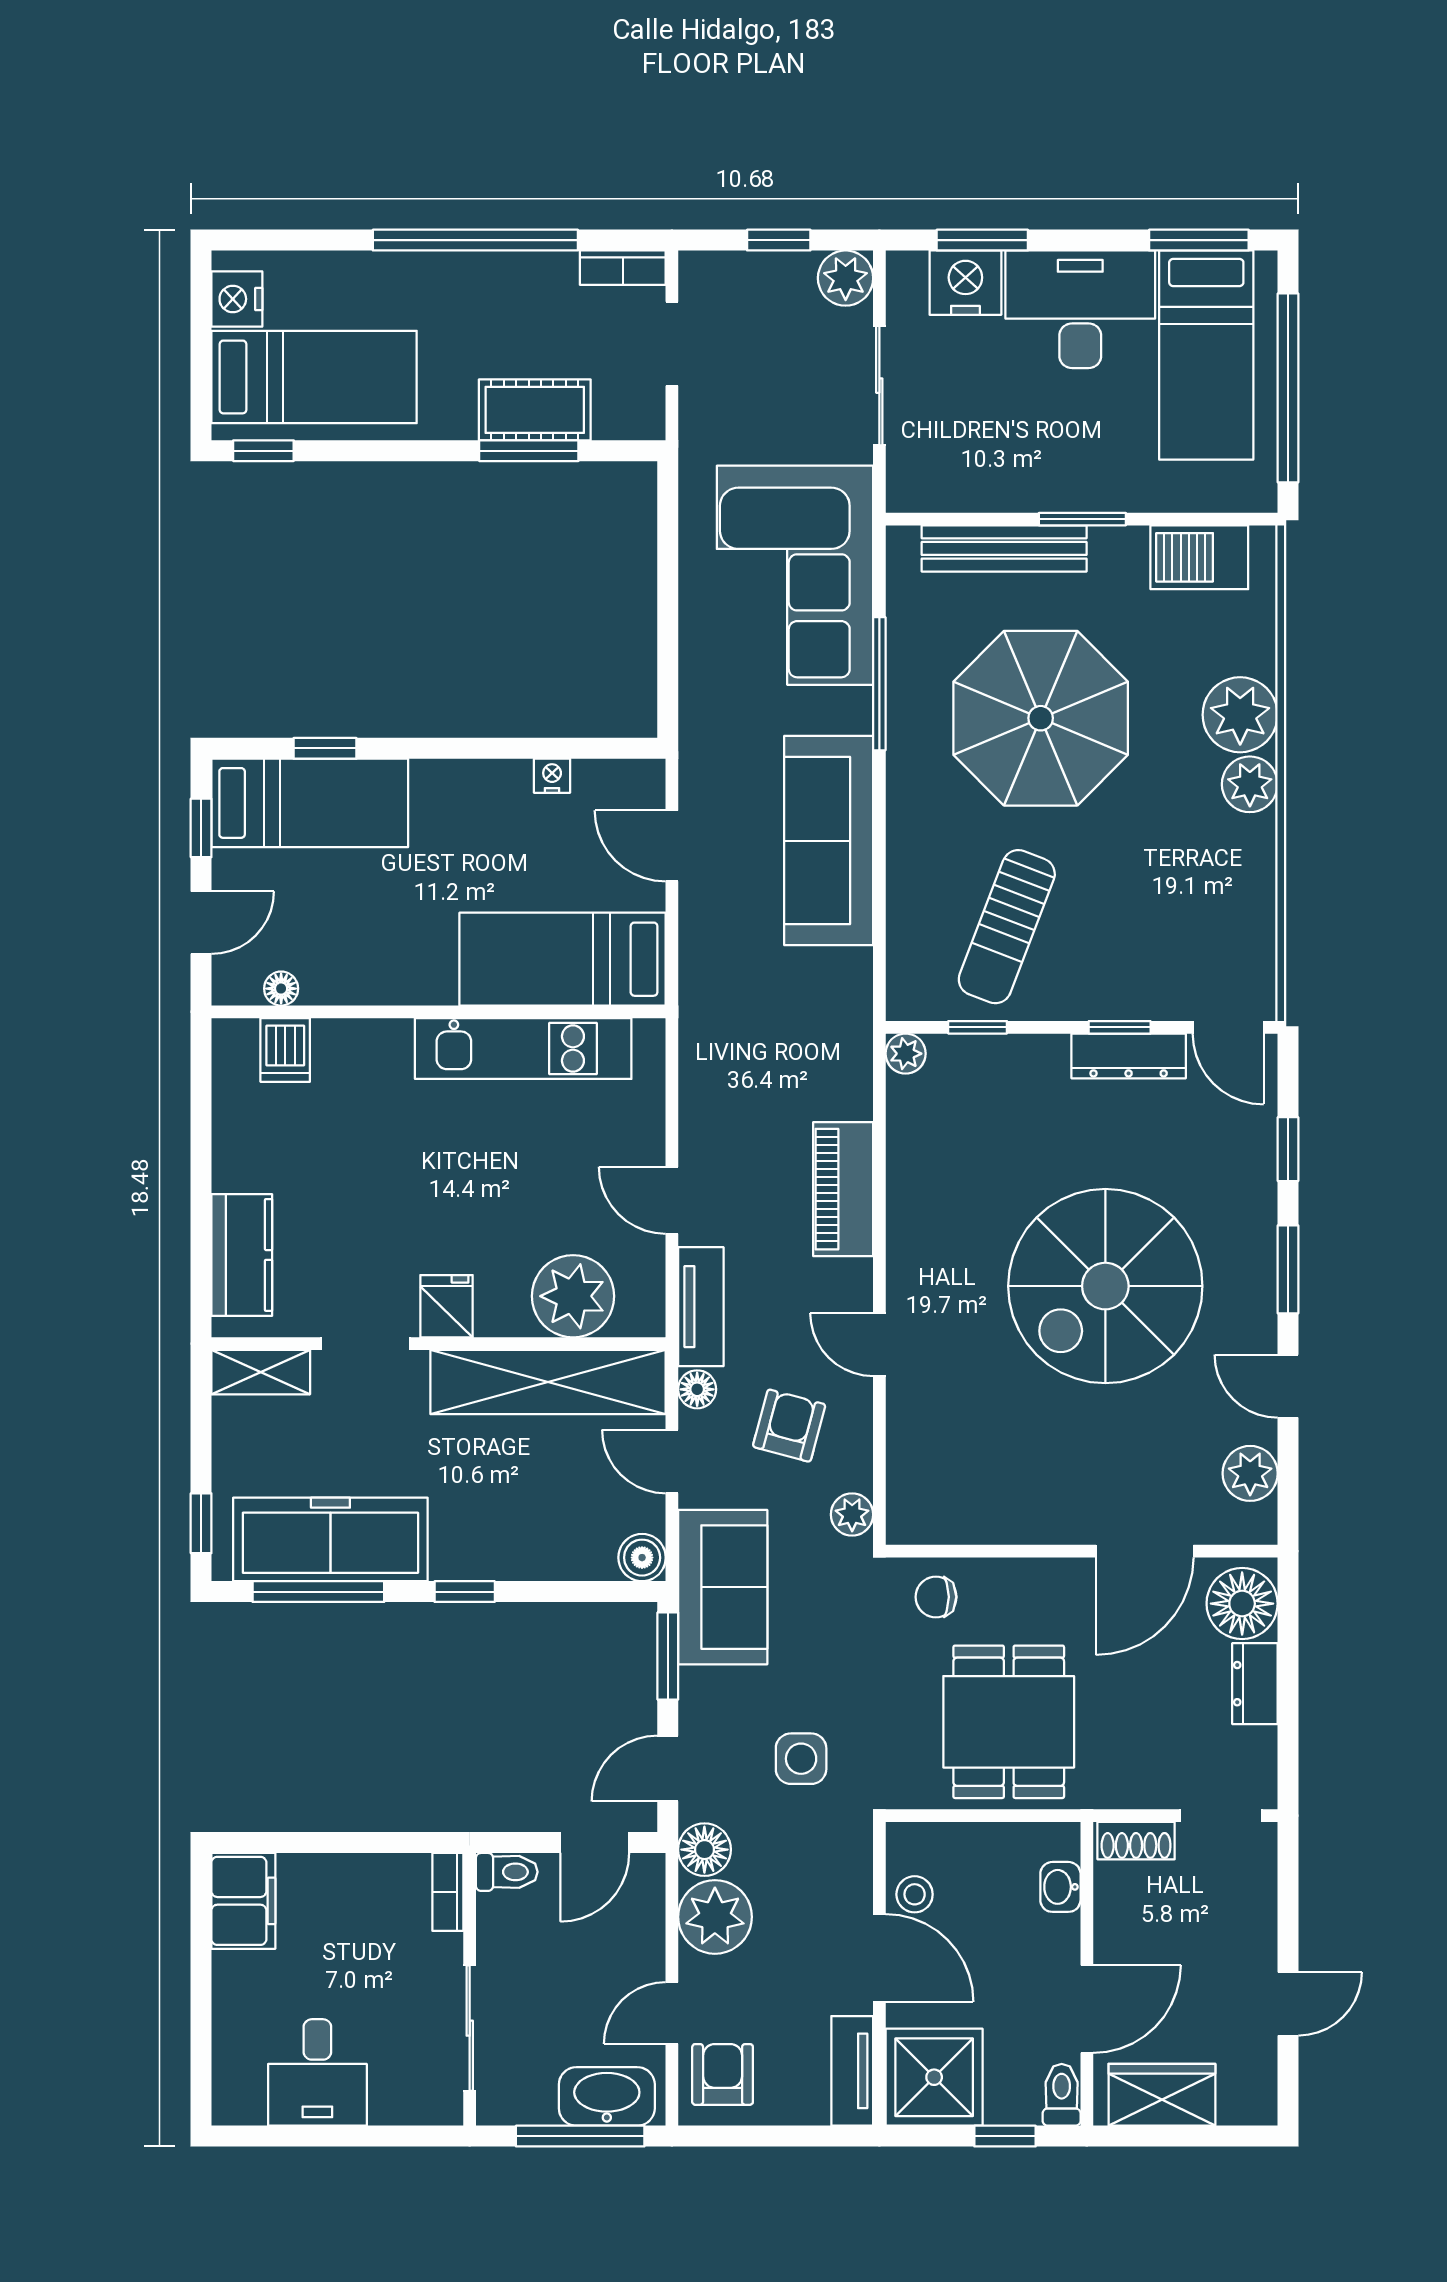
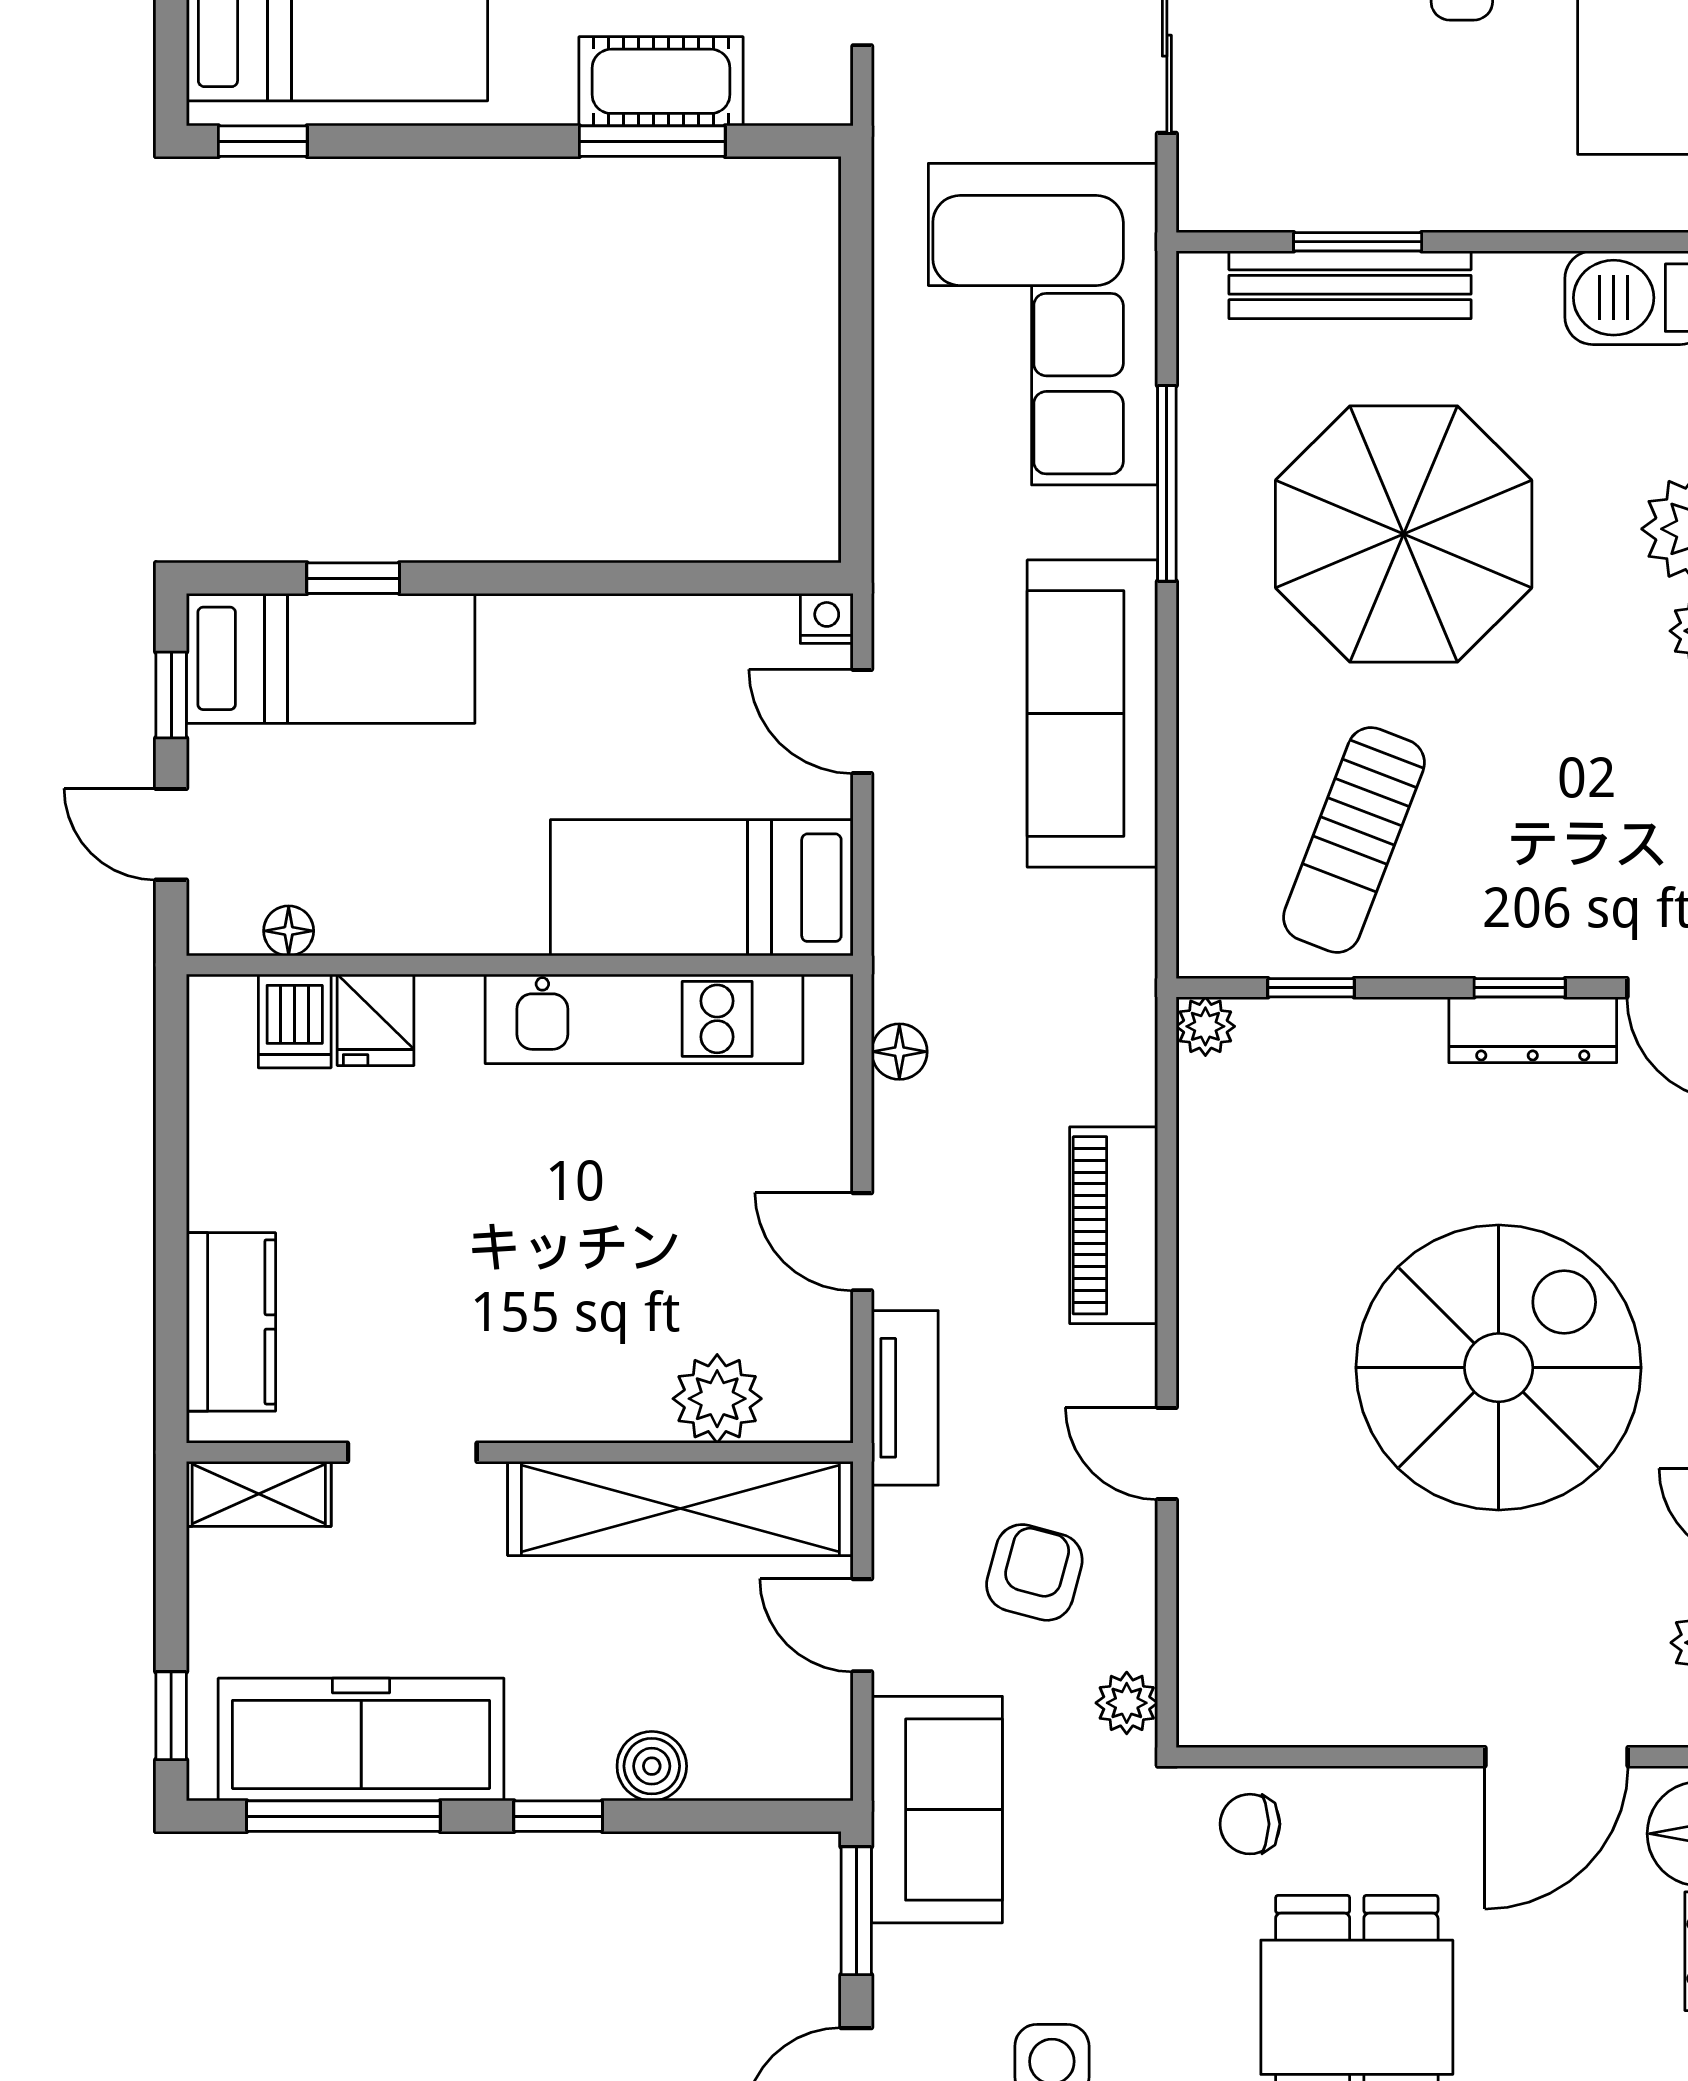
window: (1082, 519) -> (1358, 242), moved
nightstand: (552, 776) -> (827, 618), moved
door: (201, 923) -> (171, 834), swing flipped
spiral stairs: (1105, 1286) -> (1499, 1368), turned 180
plant: (573, 1296) -> (717, 1399), width x0.73, depth x0.73
fridge: (446, 1306) -> (376, 1020), moved, turned 180
floor lamp: (697, 1389) -> (899, 1052), moved
boiler: (642, 1558) -> (652, 1766), moved

